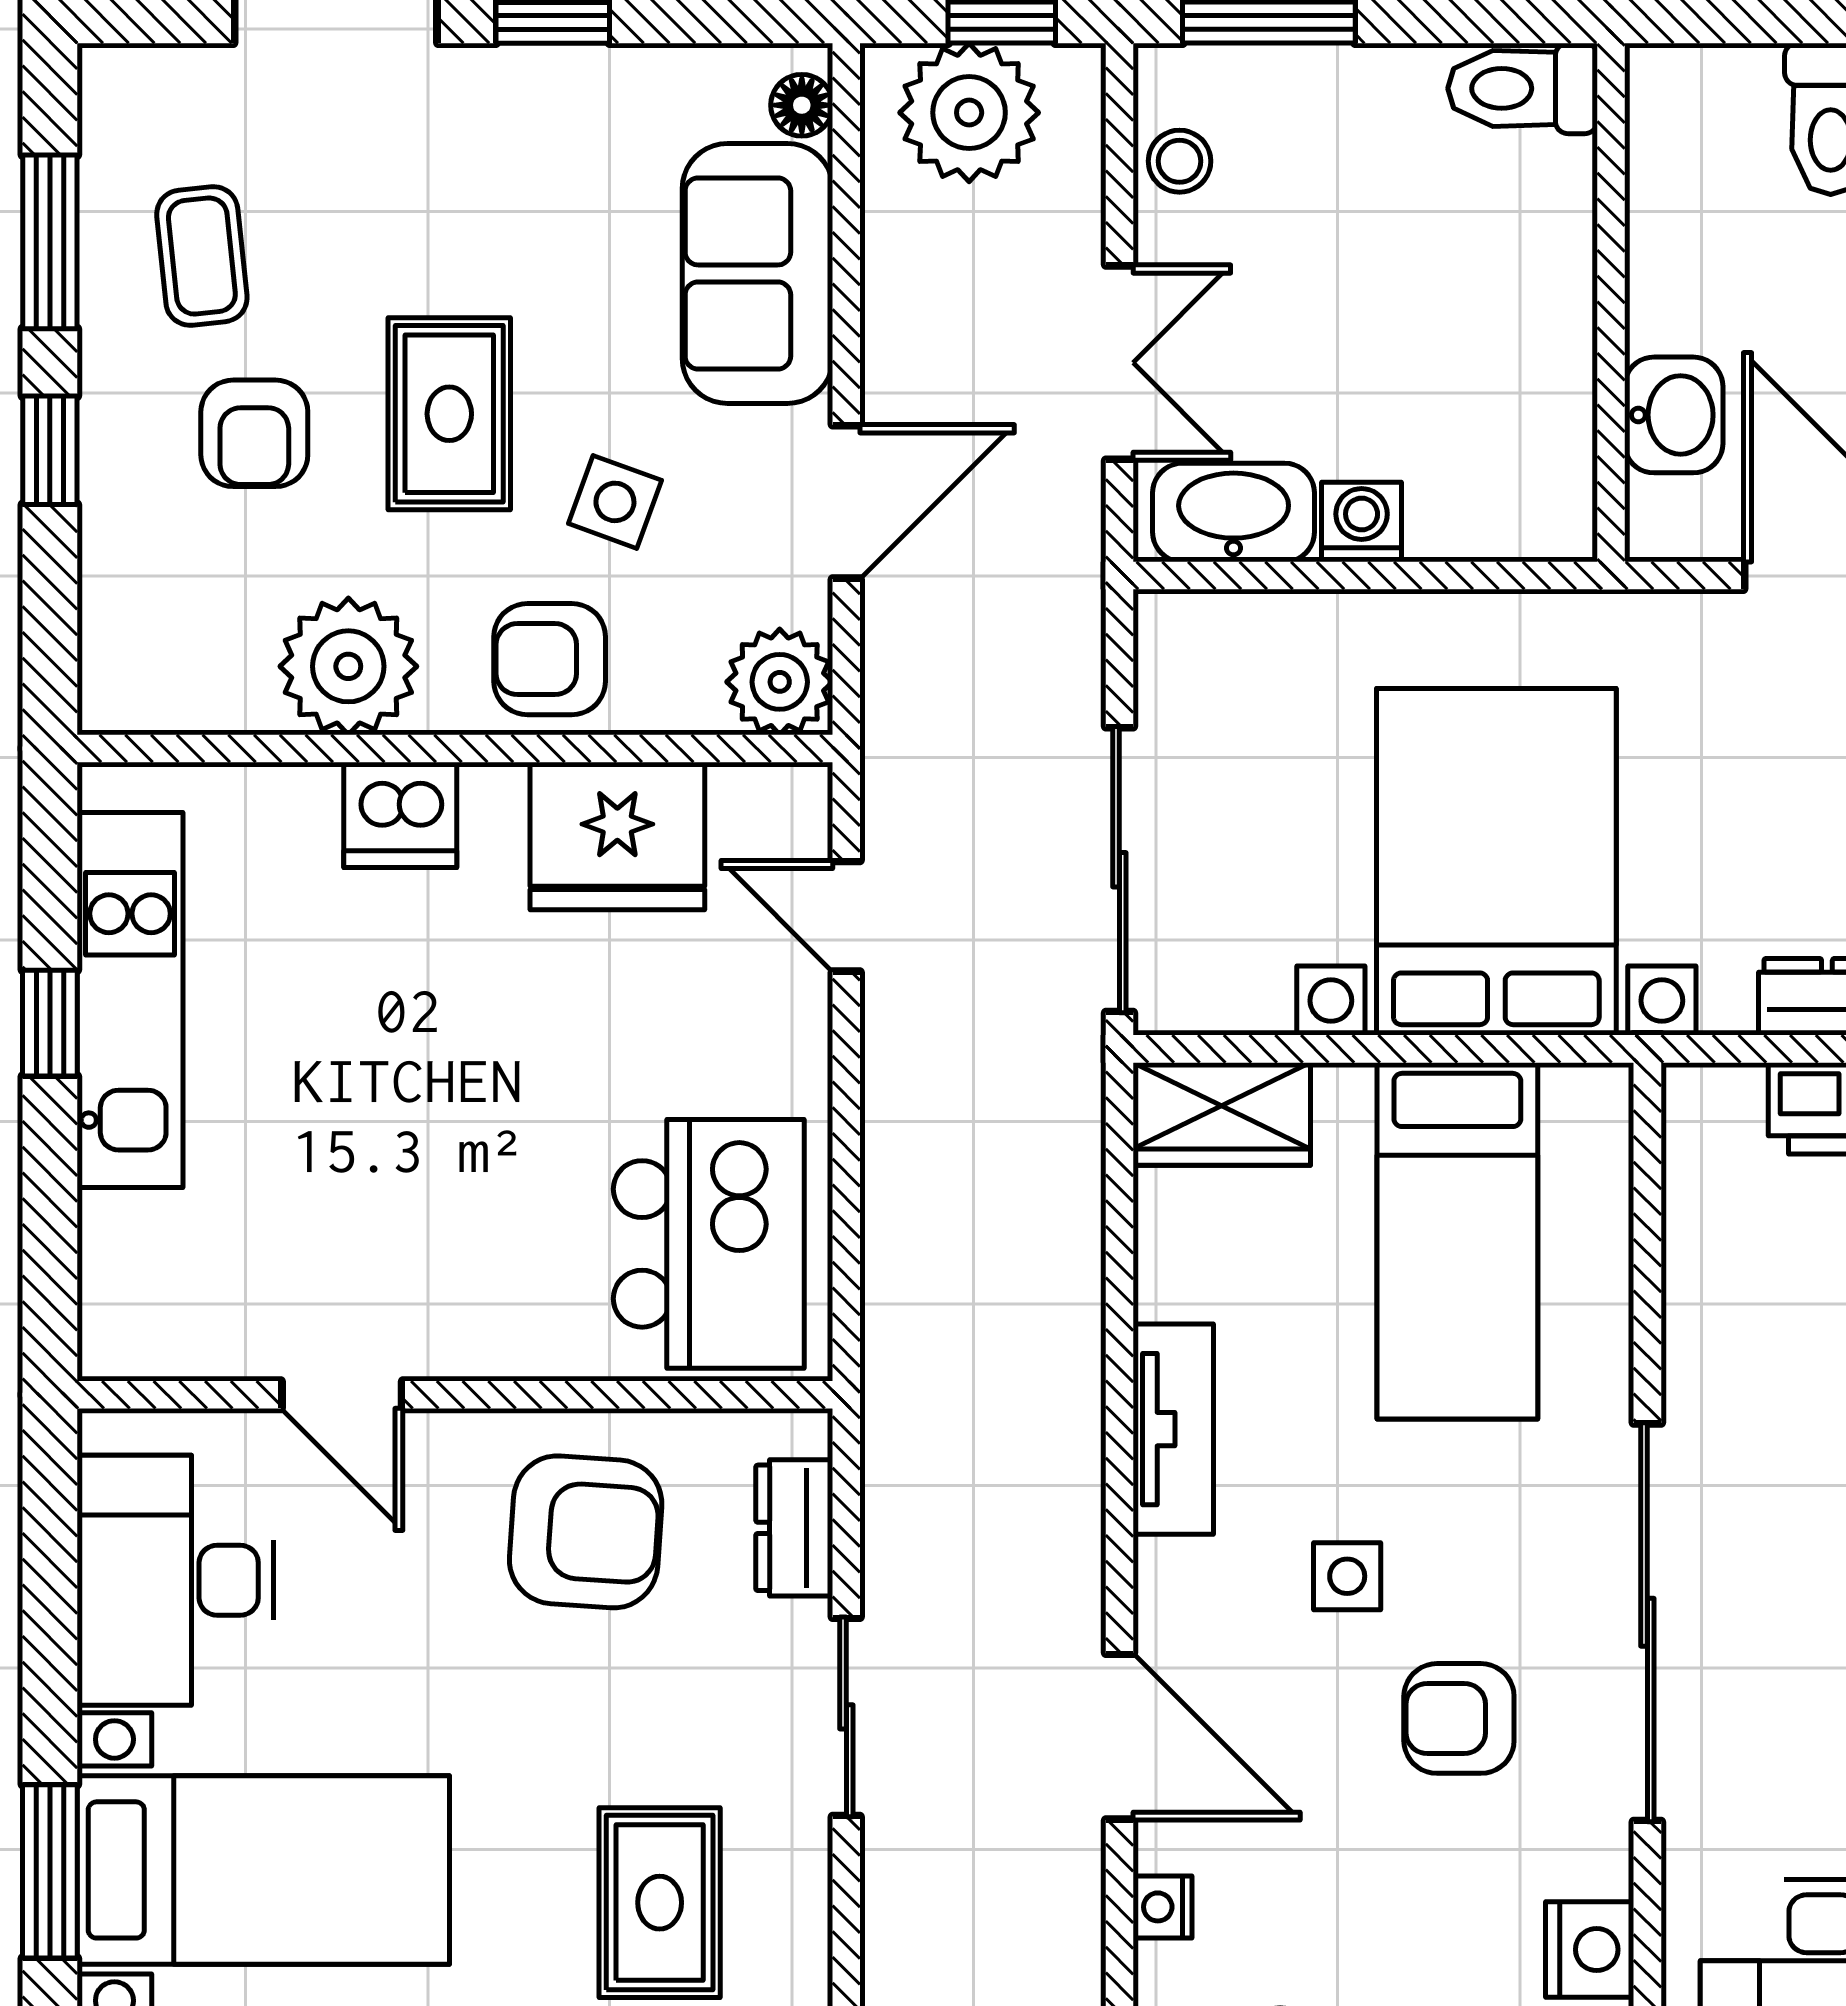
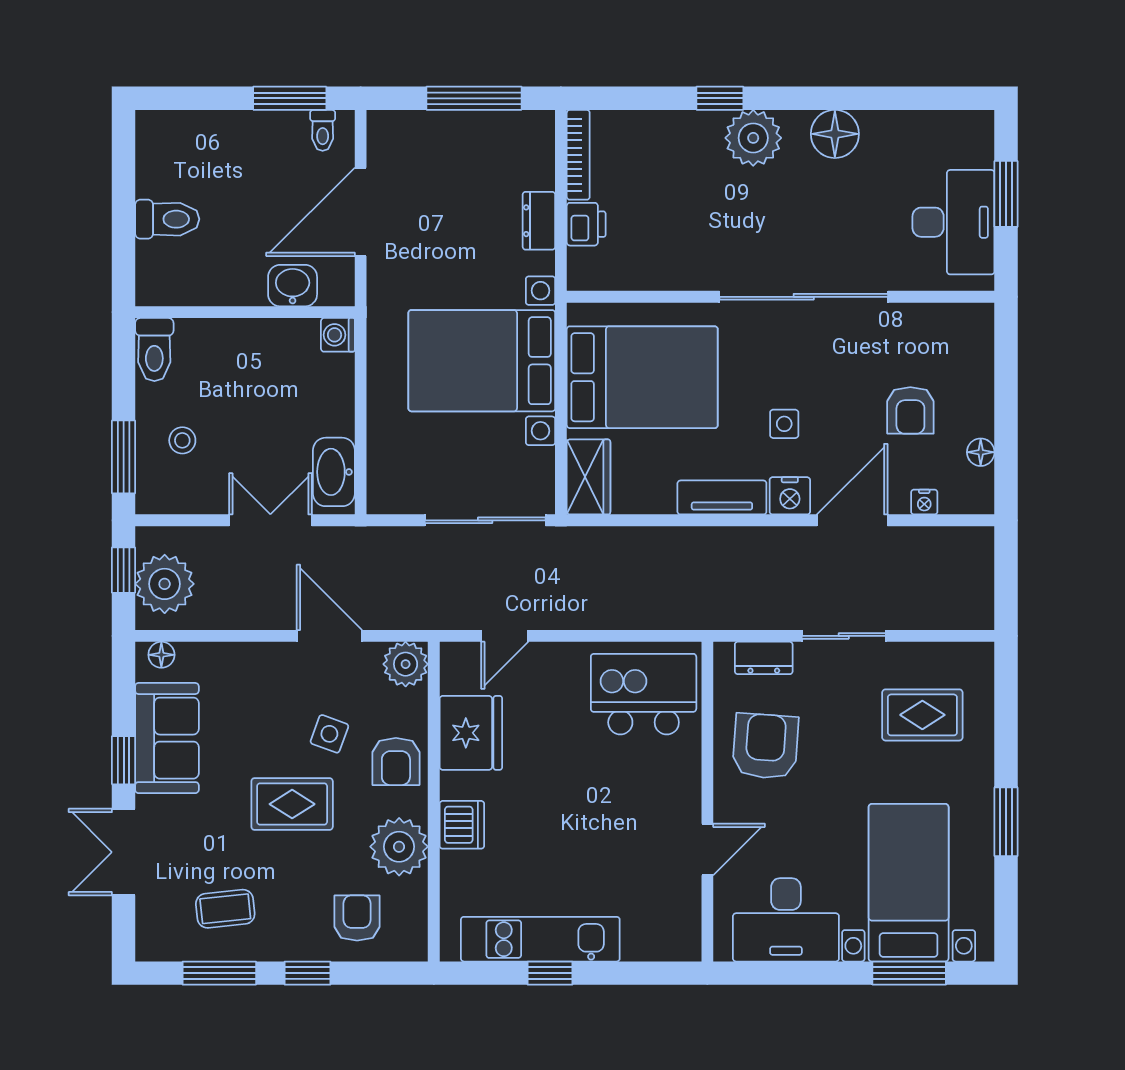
stool: (1180, 161) -> (182, 440), moved
sofa: (757, 273) -> (167, 738), moved, turned -90
armchair: (254, 433) -> (357, 918), moved, turned -90
washing machine: (1362, 522) -> (338, 335), moved
bed: (1457, 1241) -> (642, 377), width x1.50
armchair: (1459, 1718) -> (910, 410), moved
nightstand: (1590, 1950) -> (790, 496), moved, turned 180

